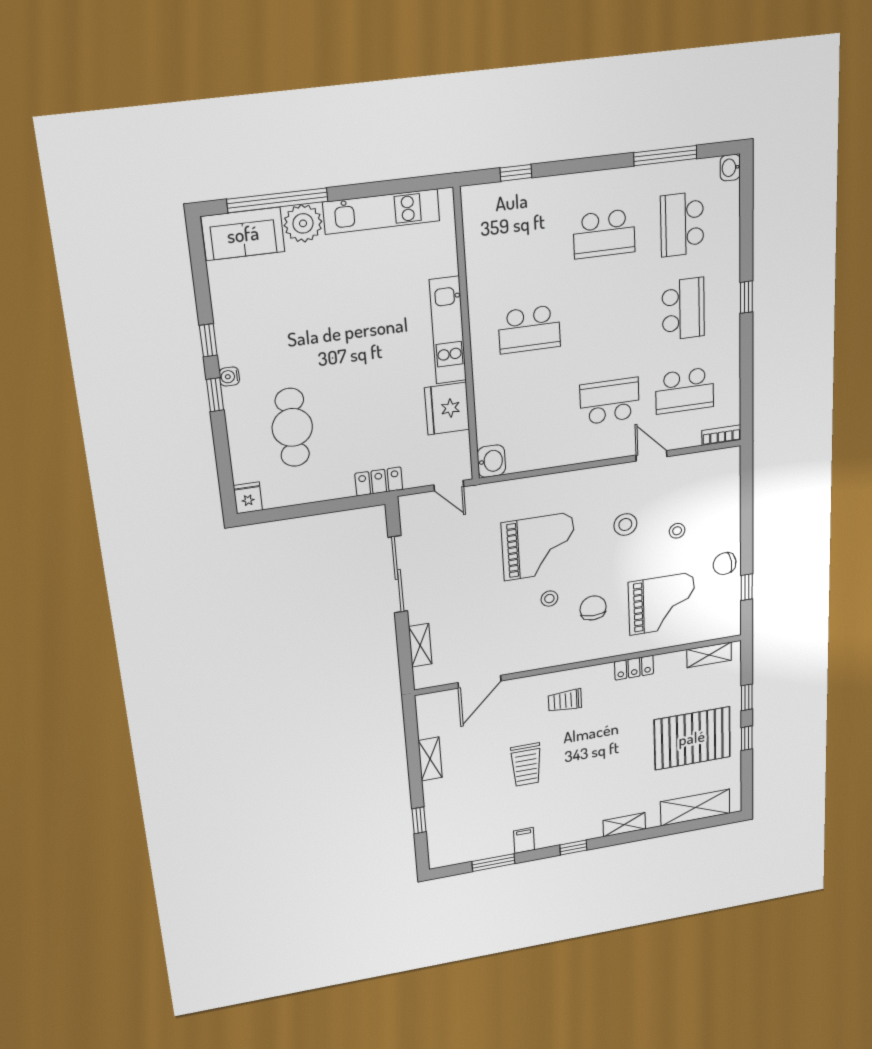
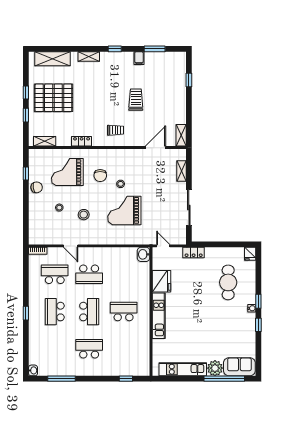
school desk: (682, 224) -> (89, 312), moved
shelving: (430, 759) -> (181, 135), moved

